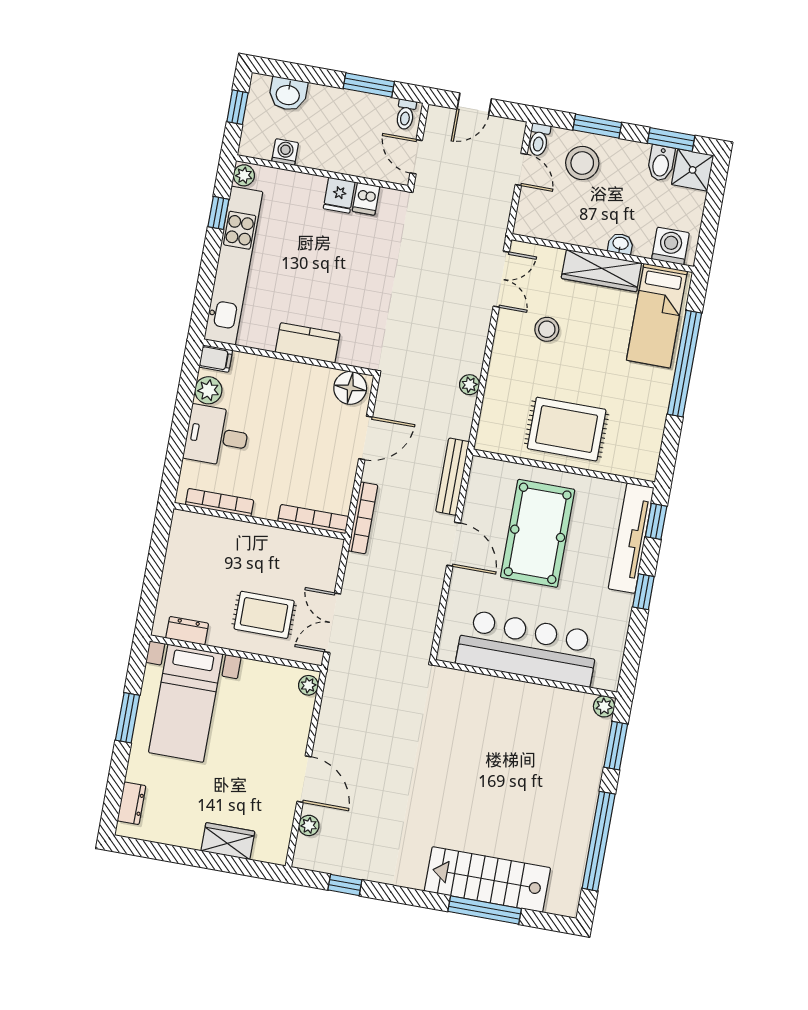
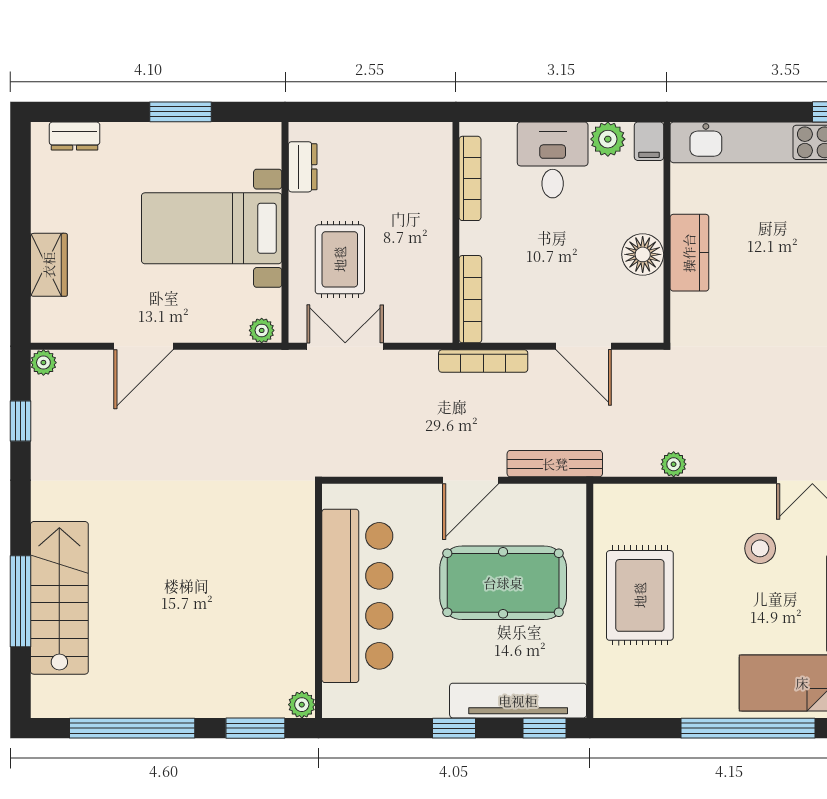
floor lamp: (350, 388) -> (643, 254), moved
bed with nightstands: (186, 703) -> (212, 228), moved
plant: (309, 825) -> (43, 363), moved

